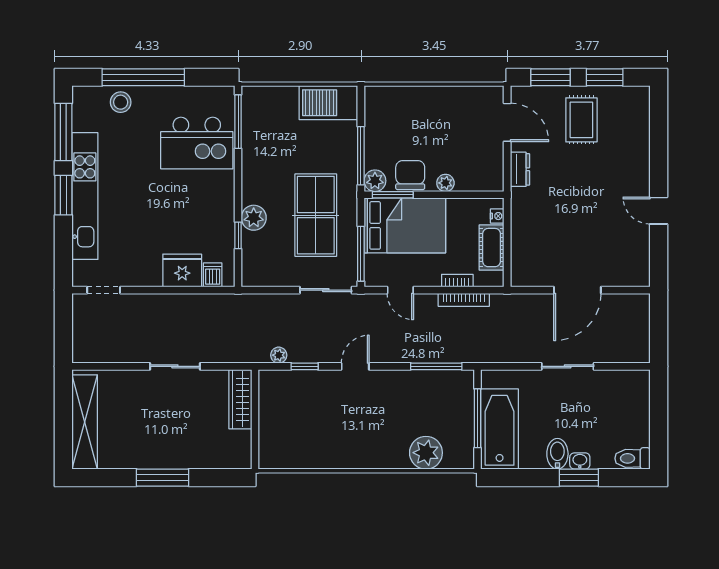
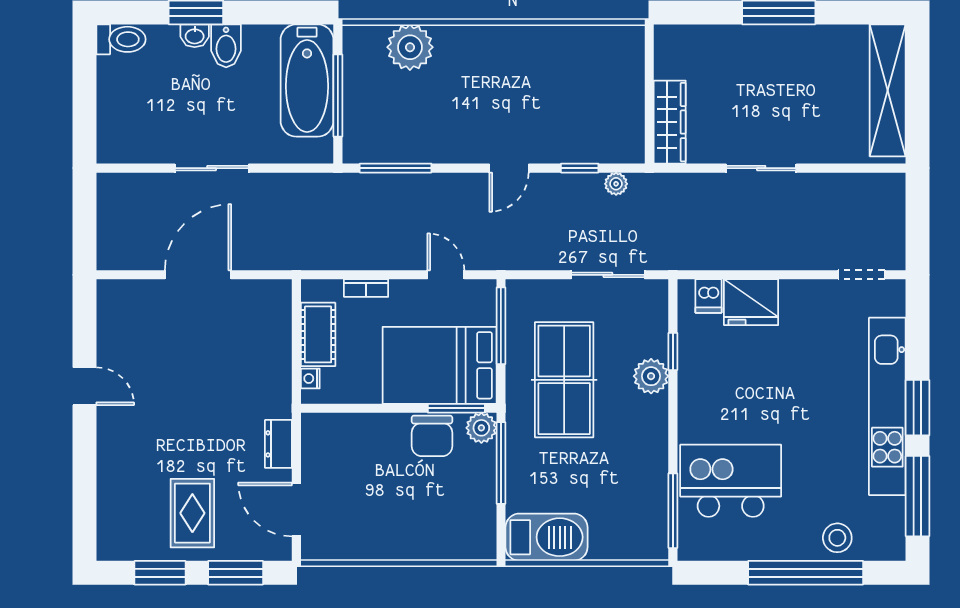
plant: (445, 183) -> (383, 425), removed
sliding door: (326, 290) -> (608, 275), moved
bookcase: (464, 300) -> (357, 261), removed

